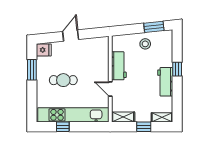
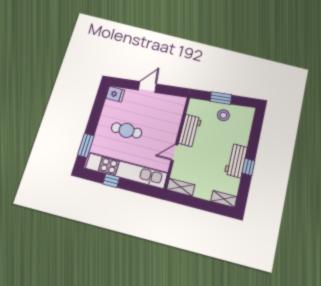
window: (154, 27) -> (221, 98), moved
window: (177, 69) -> (248, 167), moved
window: (32, 70) -> (86, 145), moved
door: (110, 89) -> (174, 153), hinge flipped
window: (144, 127) -> (201, 204), removed

